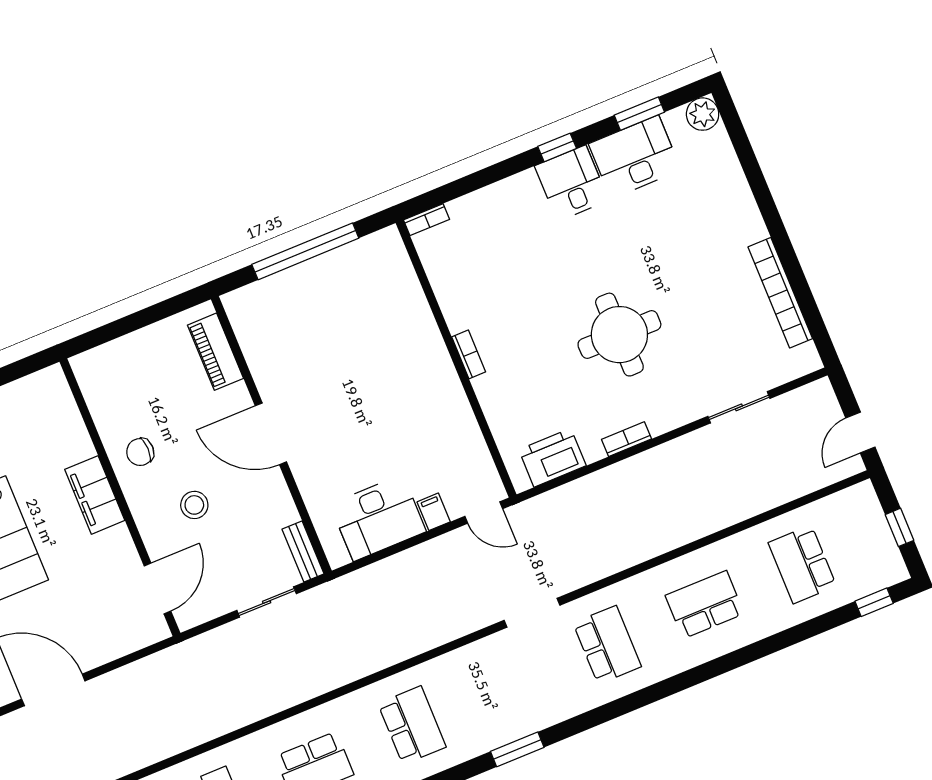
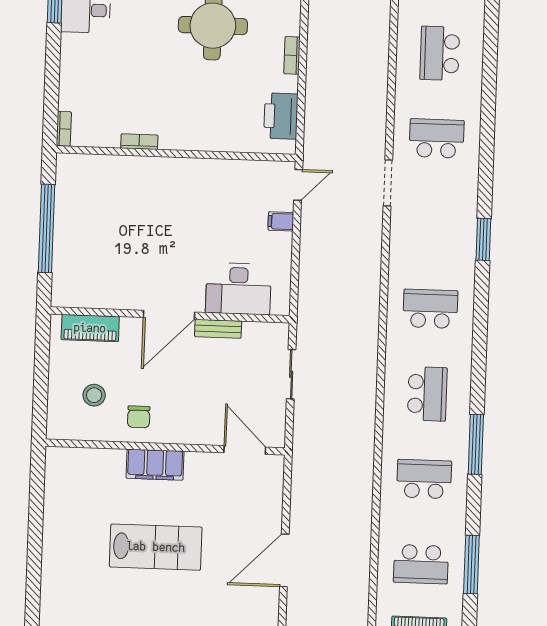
bookcase: (469, 354) -> (139, 142), moved
stool: (194, 505) -> (94, 395), moved
desk: (378, 518) -> (238, 289), moved, turned 90
bench: (303, 551) -> (218, 329), moved

